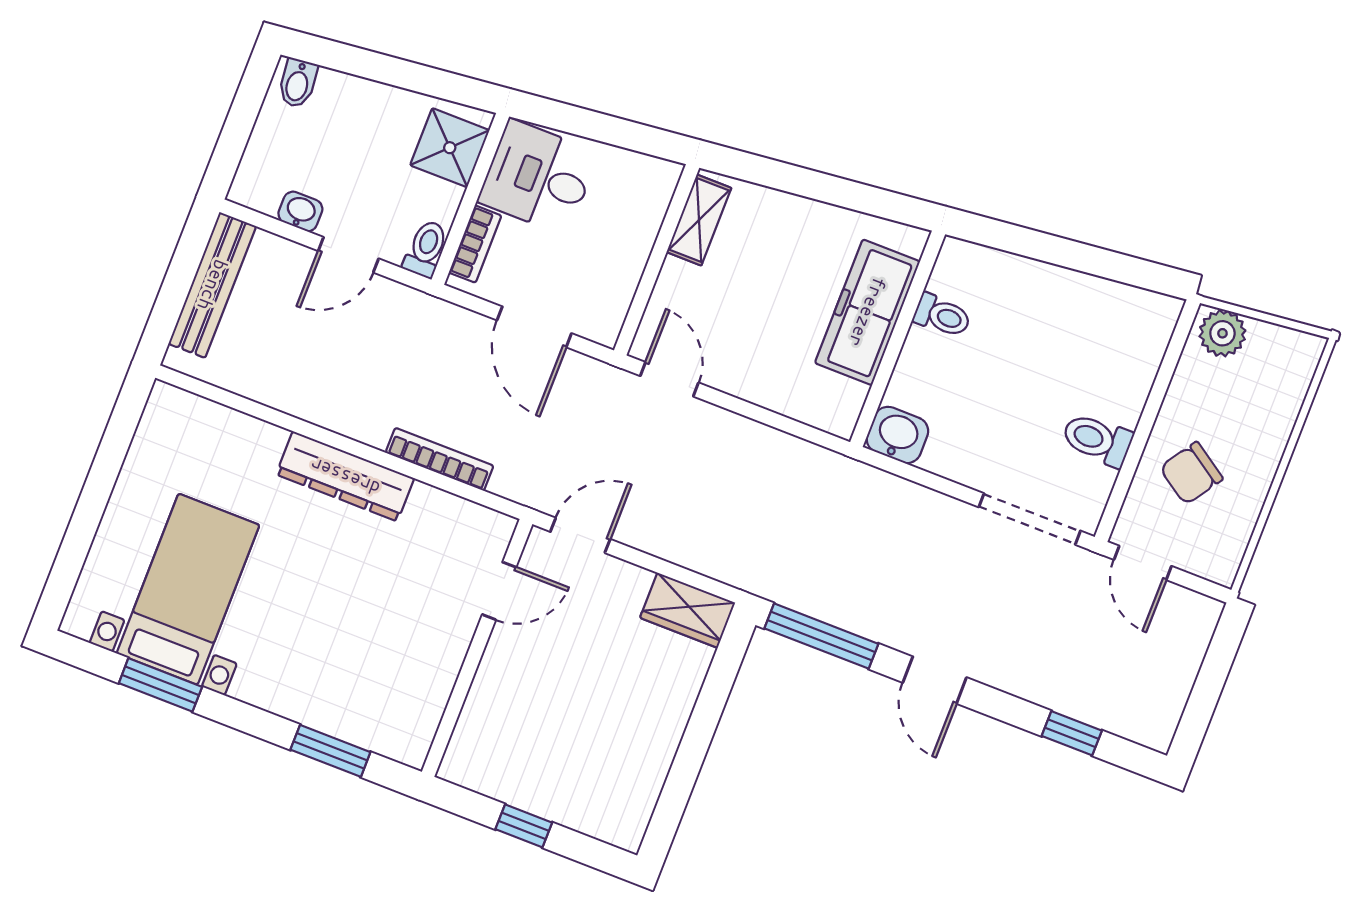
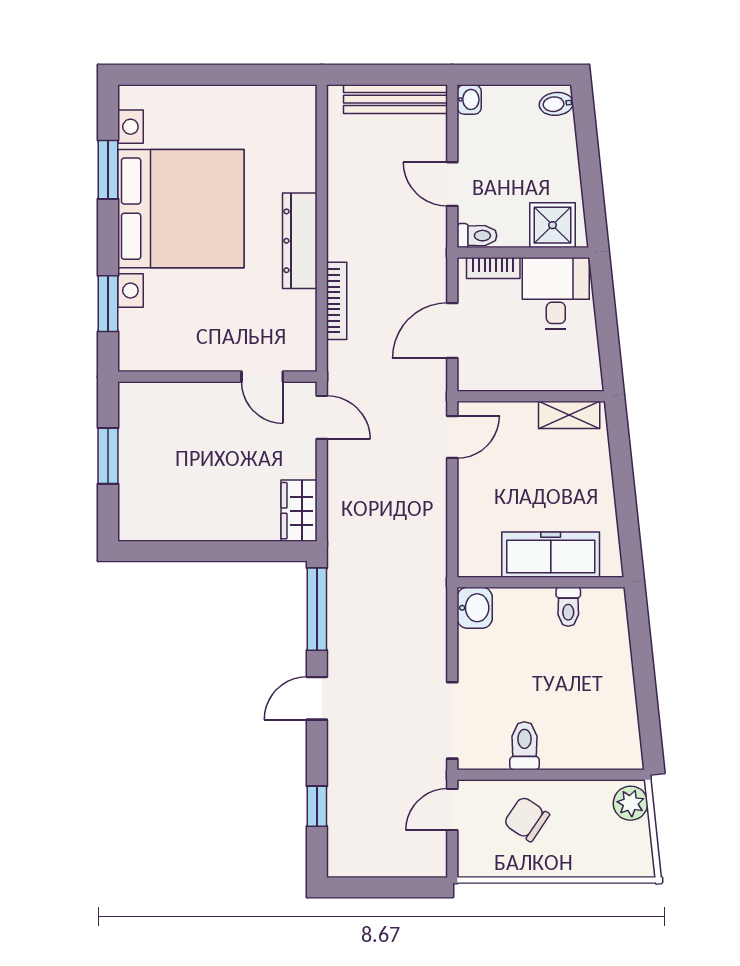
washbasin: (300, 211) -> (469, 99), moved
bed with nightstands: (188, 589) -> (181, 209), width x1.85
window: (524, 826) -> (108, 456), width x1.50

